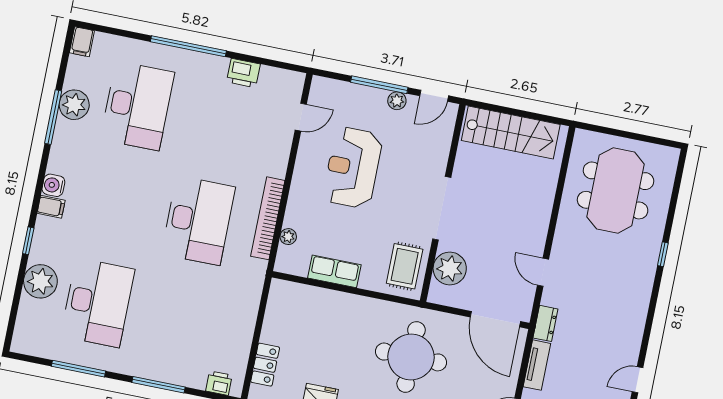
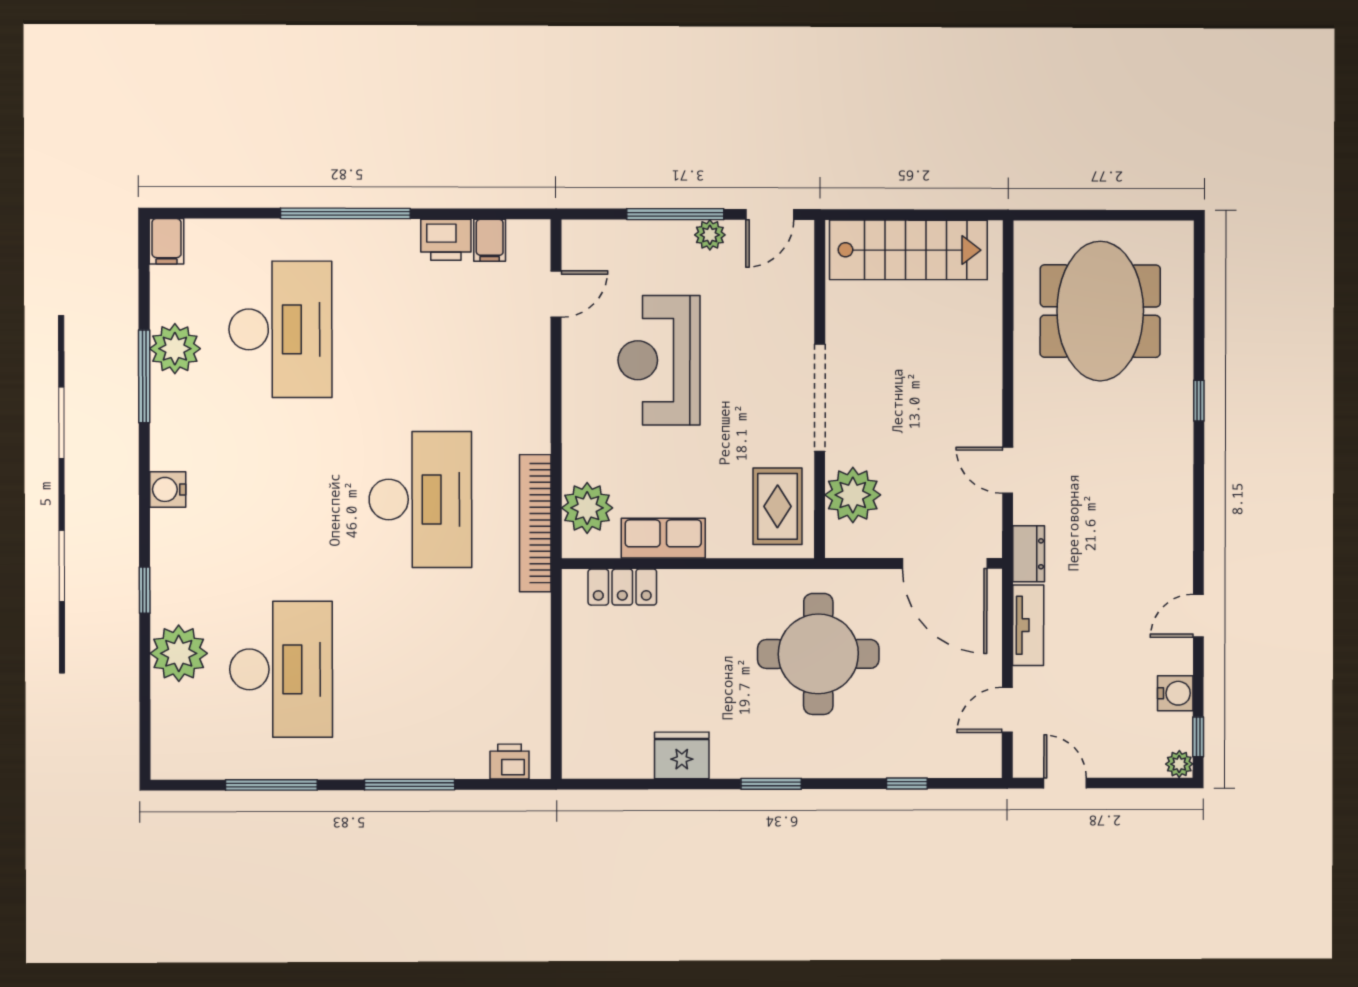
filing cabinet: (51, 207) -> (490, 240), moved, turned 90
bookcase: (268, 218) -> (535, 523), moved
plant: (288, 237) -> (587, 508), width x1.88, depth x1.88
locker: (265, 365) -> (622, 587), moved, turned 90

